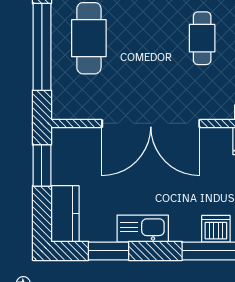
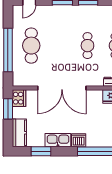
cooker: (64, 144) -> (19, 98), added
dishwasher: (216, 229) -> (79, 140), moved

